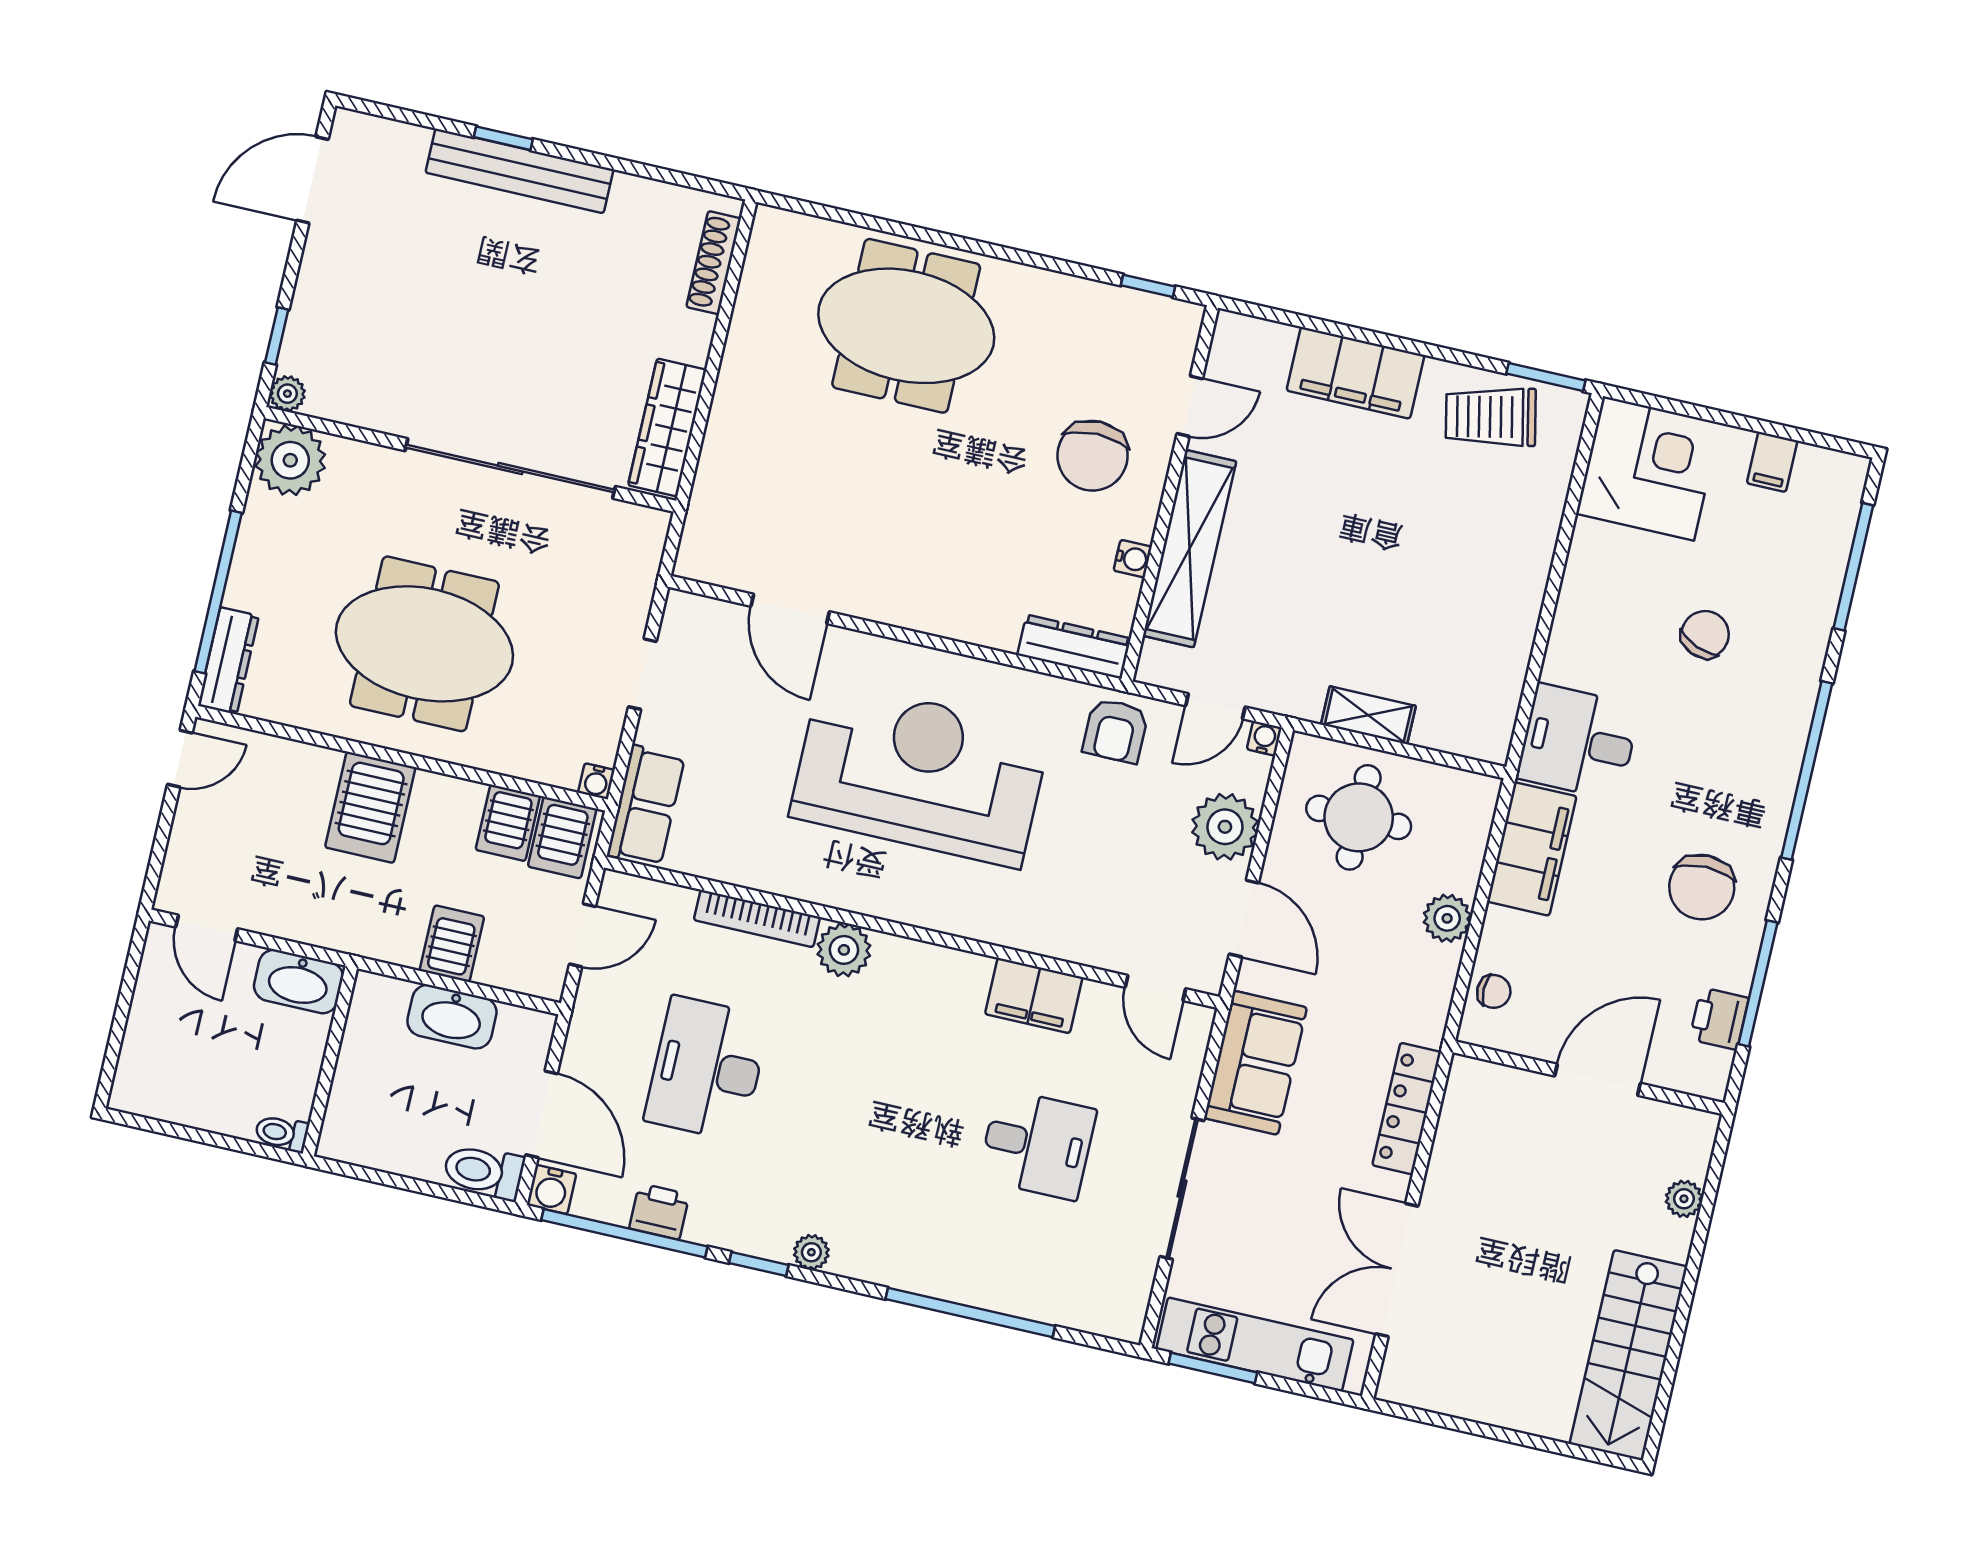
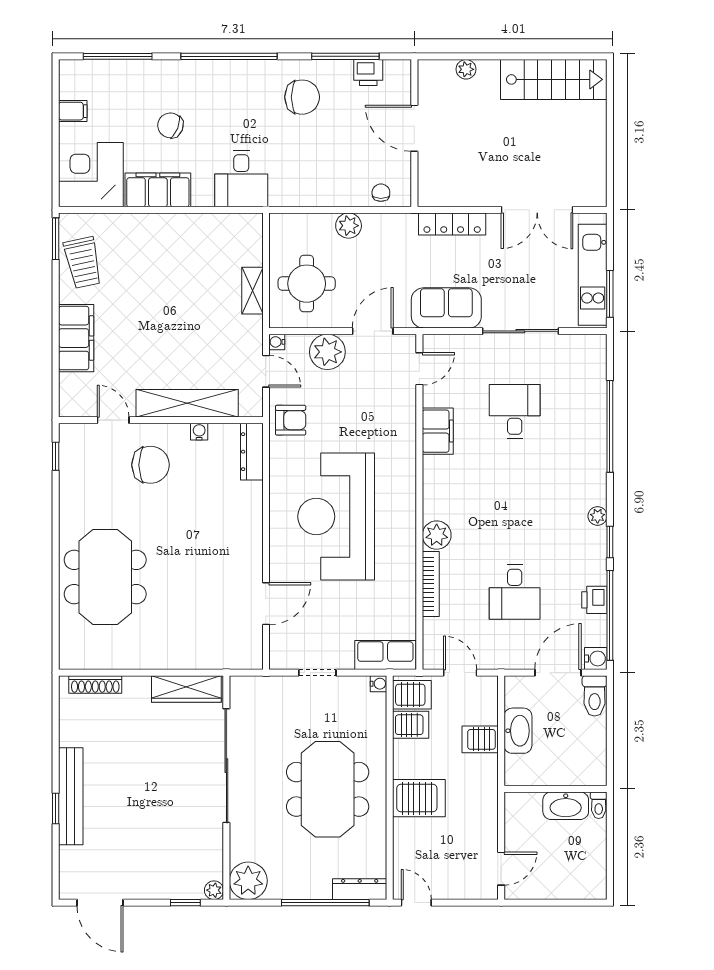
filing cabinet: (1532, 849) -> (158, 190), moved
washbasin: (299, 981) -> (566, 806), moved, turned 90
desk: (707, 1069) -> (515, 592), width x0.73

